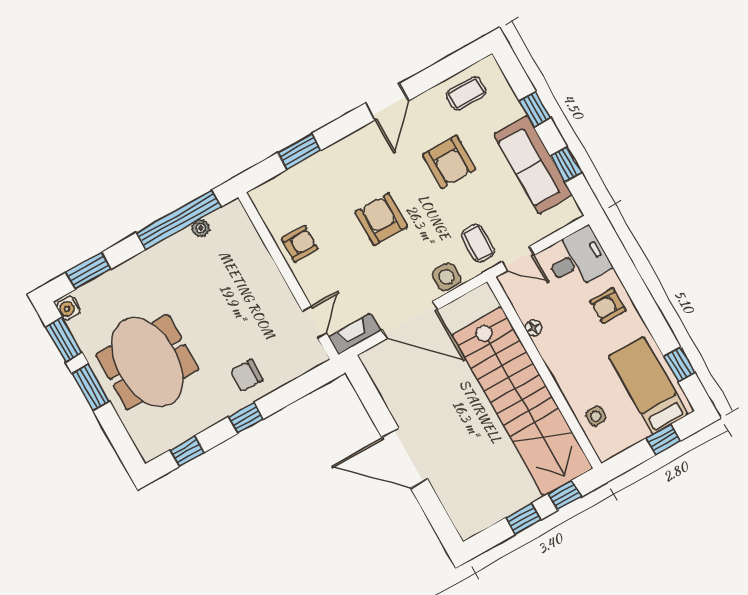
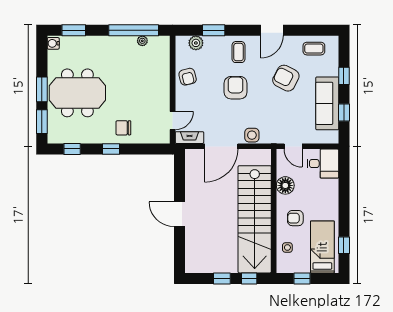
armchair: (449, 162) -> (286, 78), turned 117
plant: (283, 186) -> (196, 43), added
coffee table: (478, 243) -> (239, 52), moved
armchair: (300, 244) -> (188, 77), turned 76
armchair: (608, 306) -> (295, 218), moved
door: (410, 320) -> (221, 146), hinge flipped
floor lamp: (534, 328) -> (285, 185), width x1.89, depth x1.89
window: (64, 340) -> (42, 122), moved
meeting table: (147, 362) -> (77, 93), turned 90
window: (663, 440) -> (302, 278), moved
door: (405, 458) -> (179, 214), width x0.73

